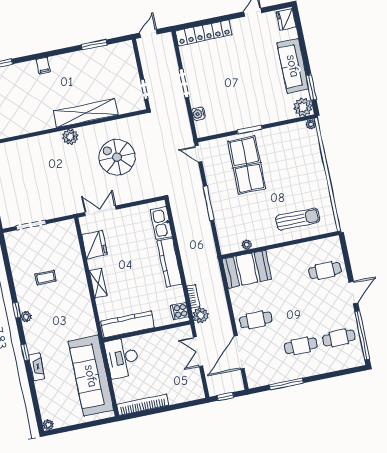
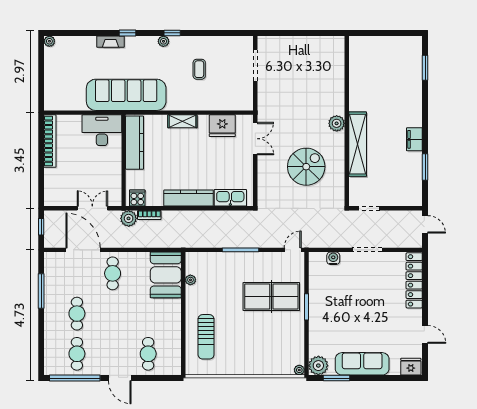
filing cabinet: (43, 66) -> (414, 139), moved, width x2.00
sofa: (91, 376) -> (126, 95), moved

